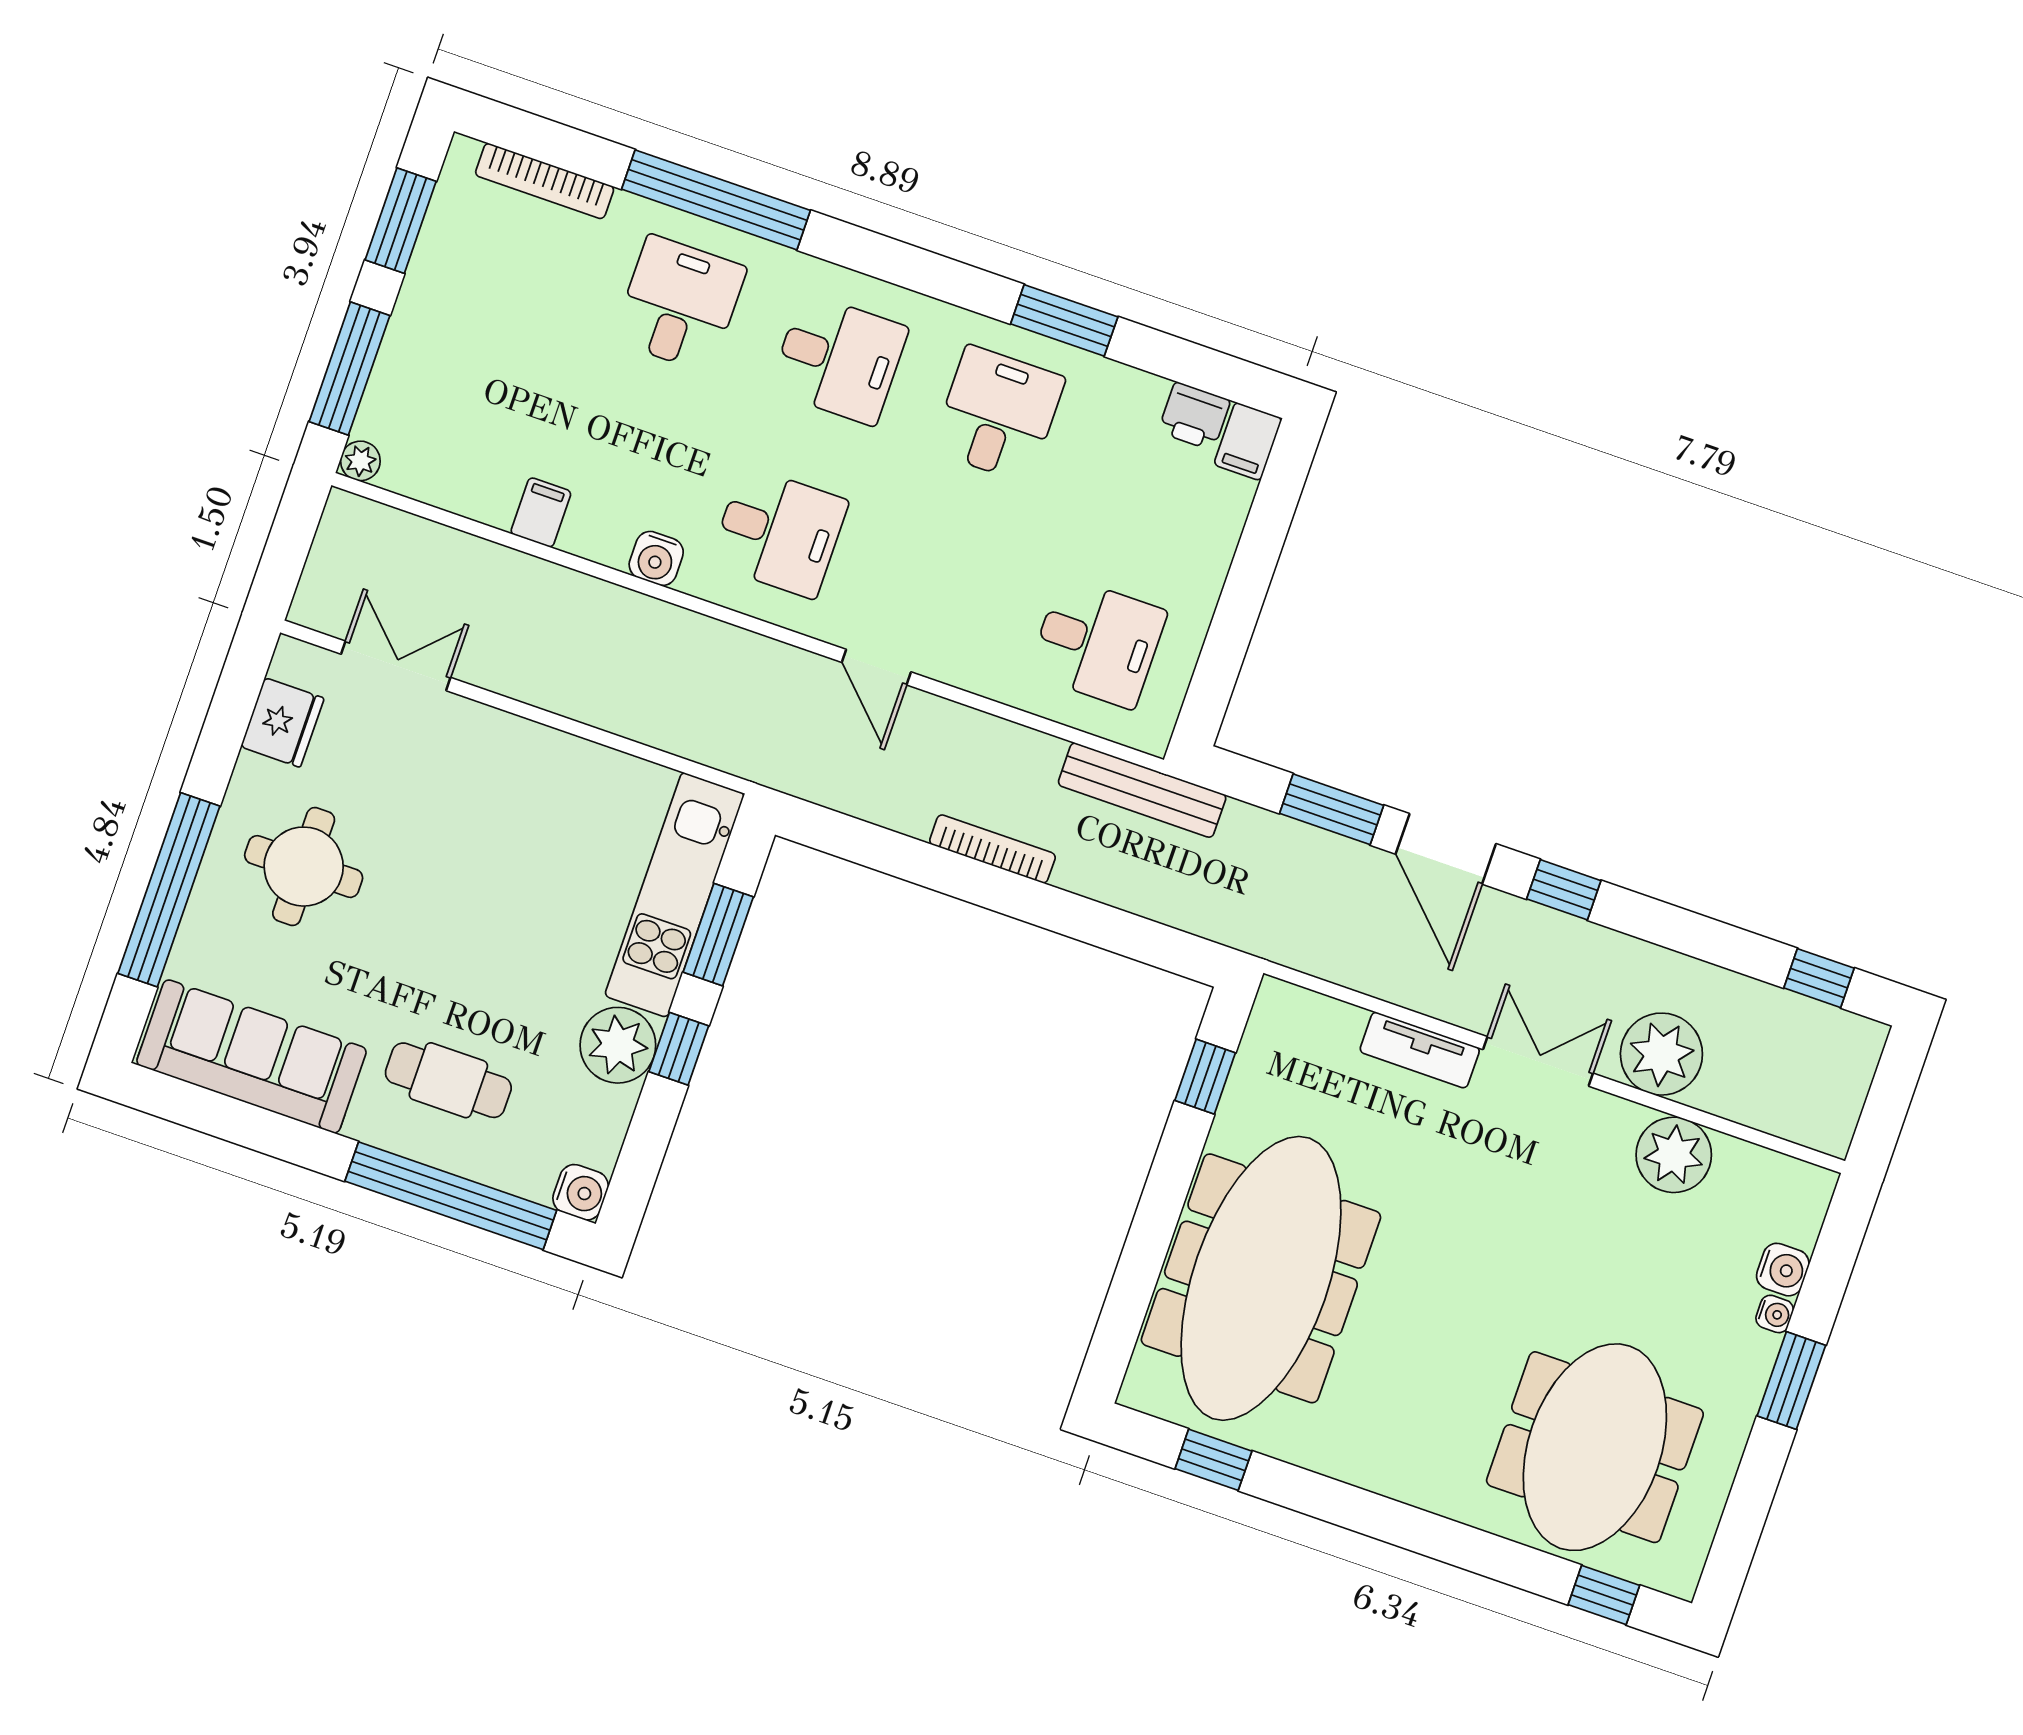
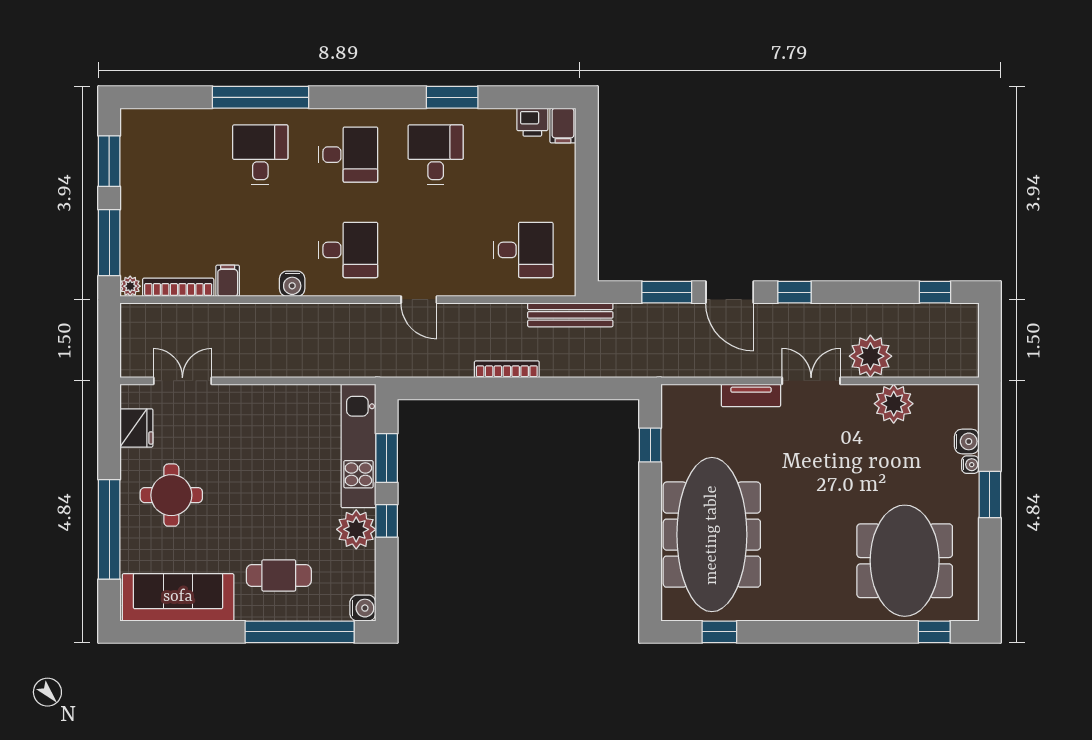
bookcase: (545, 181) -> (178, 287), moved, turned 180

